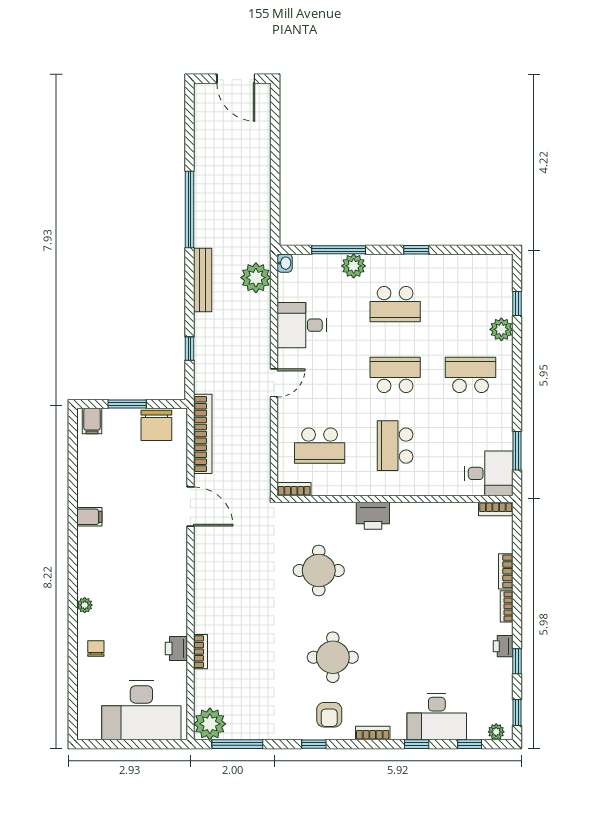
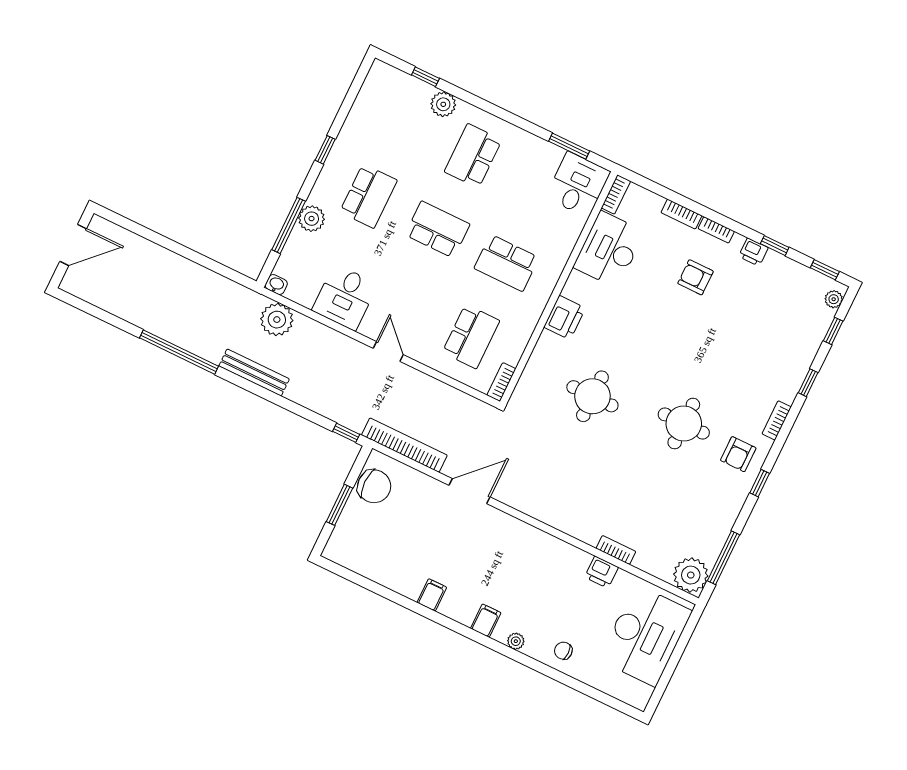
window: (190, 349) -> (346, 433), moved
school desk: (395, 375) -> (437, 229), turned 90
filing cabinet: (92, 421) -> (486, 621), moved, turned -90
armchair: (459, 608) -> (695, 277), added
armchair: (329, 715) -> (738, 454), turned 90
desk: (437, 717) -> (609, 249), moved, turned 180

